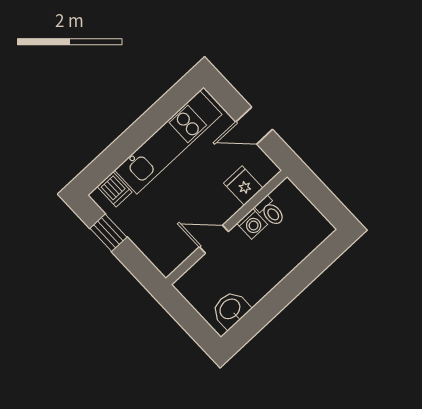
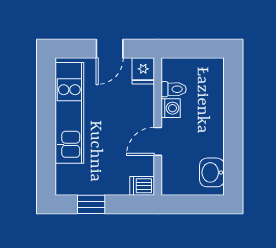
fridge: (243, 186) -> (143, 71), moved, turned -90
dishwasher: (114, 189) -> (142, 186), moved, turned 180

